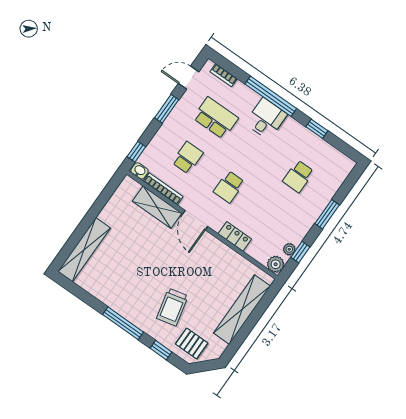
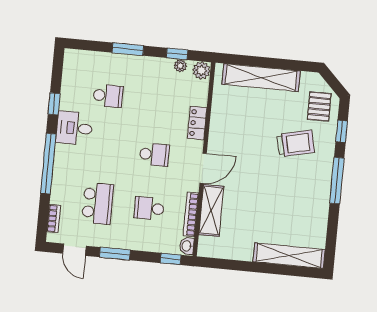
school desk: (216, 118) -> (98, 203), turned 180
desk: (266, 119) -> (74, 128), moved

